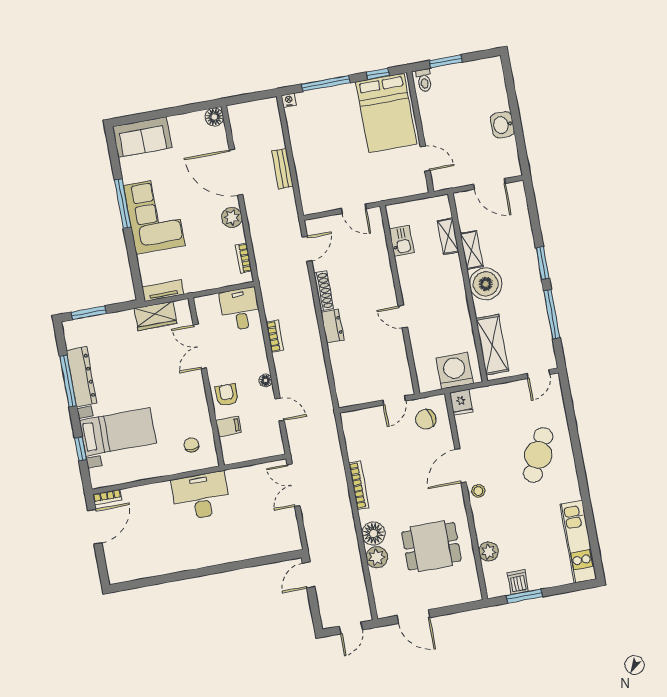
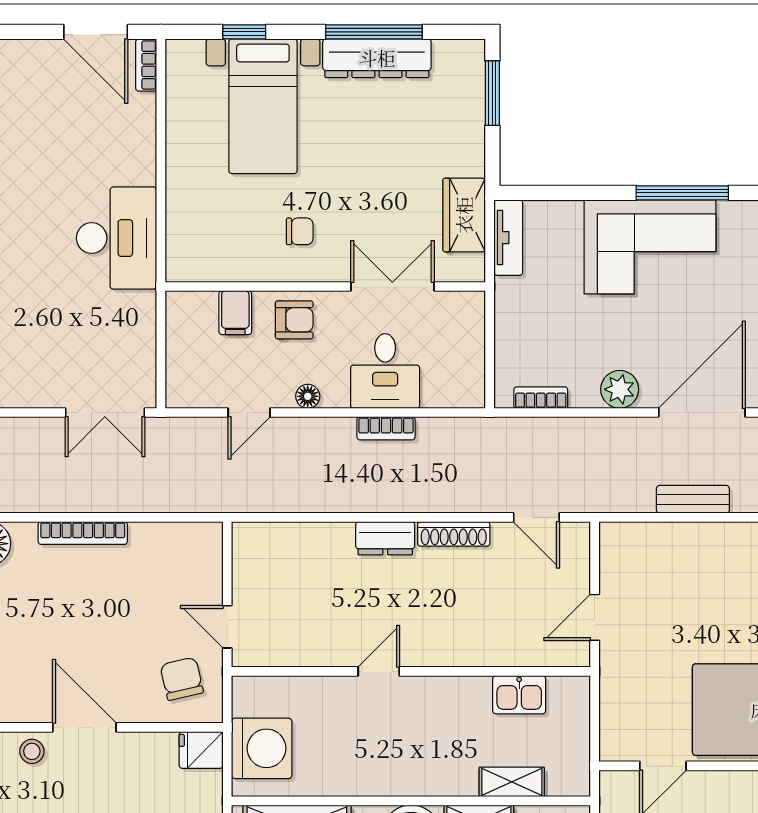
desk: (240, 309) -> (385, 371), moved, turned 90
chair: (191, 445) -> (300, 231), moved
double door: (294, 485) -> (105, 412), swing flipped

